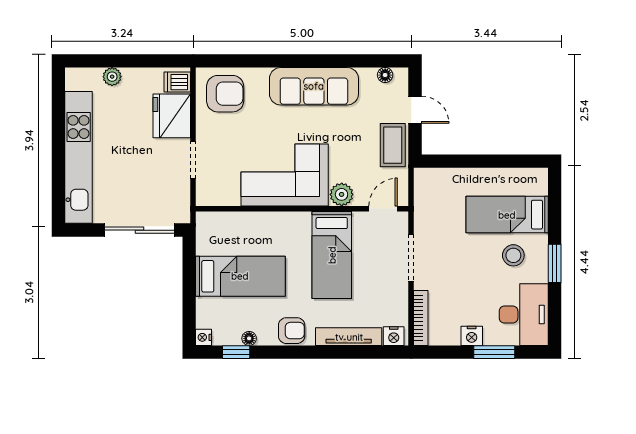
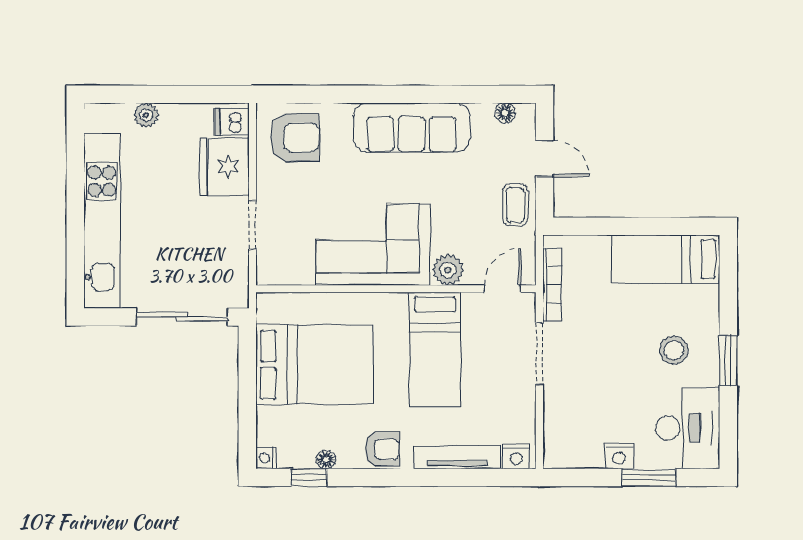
coffee table: (393, 145) -> (515, 205), width x0.73, depth x0.77
bed: (507, 215) -> (666, 259), moved
bed: (240, 276) -> (315, 365), width x1.50
bookcase: (421, 318) -> (552, 285), moved

